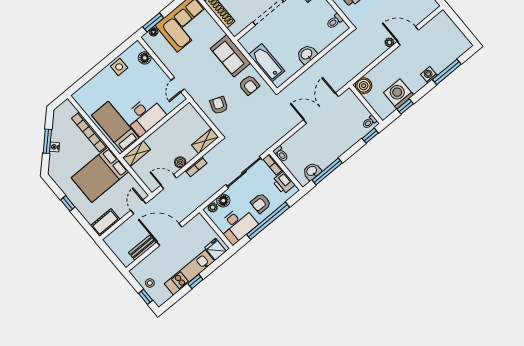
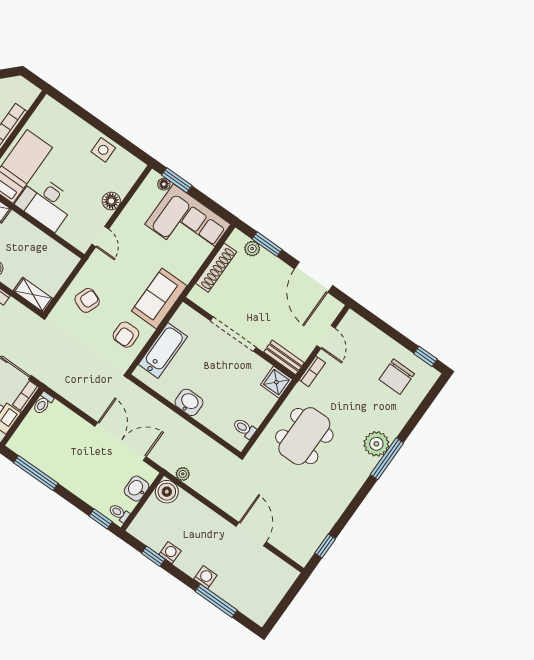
plant: (389, 42) -> (183, 474), moved
floor lamp: (145, 58) -> (111, 201), moved
door: (178, 85) -> (100, 237), swing flipped
washing machine: (399, 94) -> (170, 553), width x0.53, depth x0.53
washbasin: (312, 171) -> (137, 489), moved, turned -90

